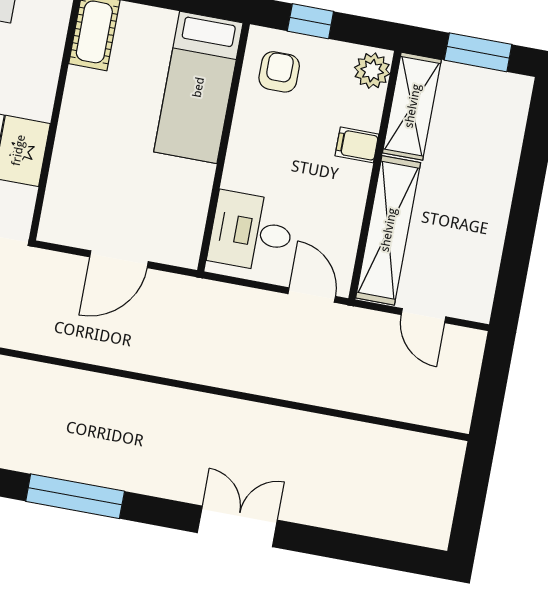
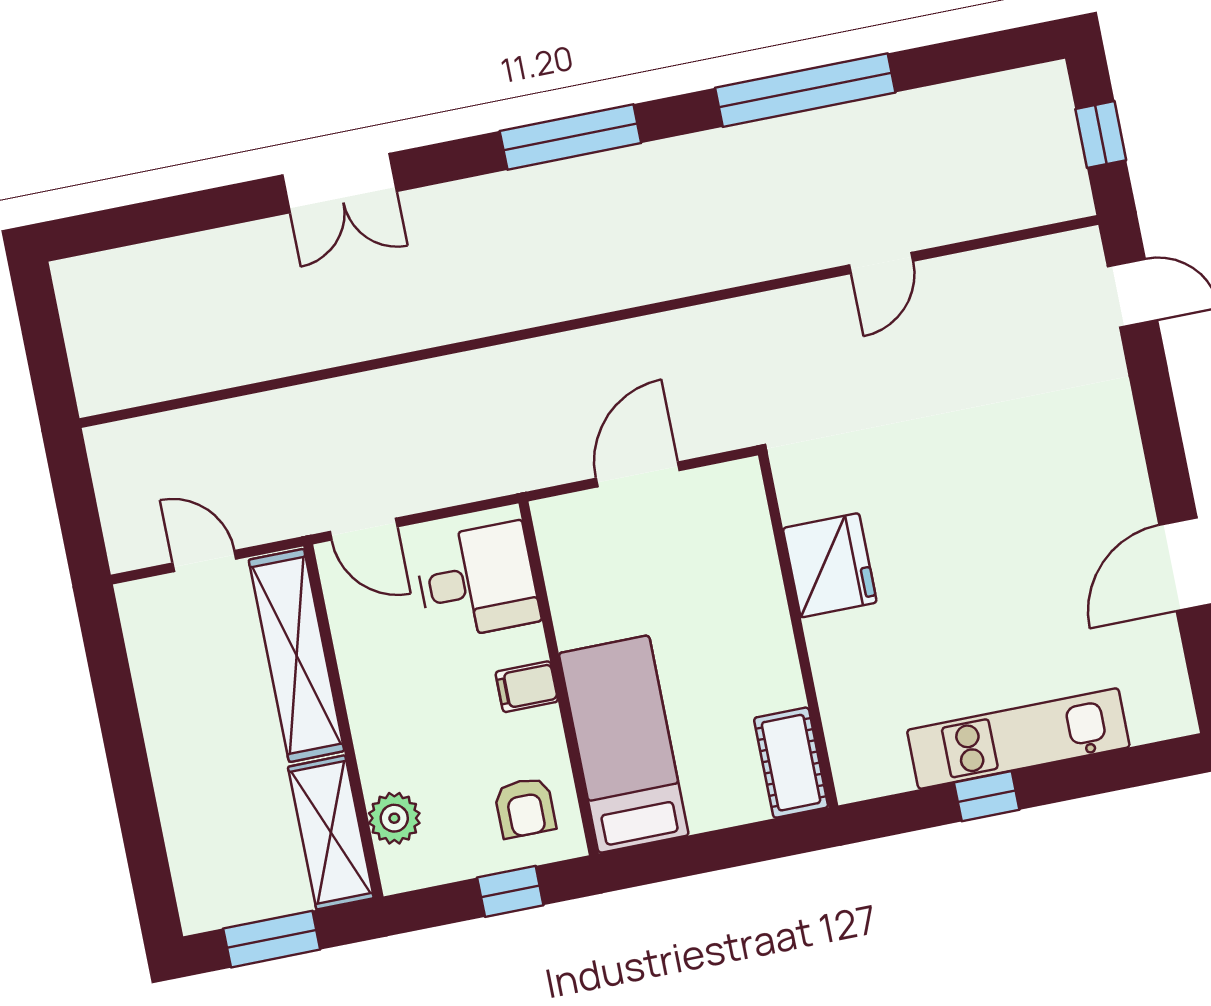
plant: (372, 71) -> (394, 818), moved
filing cabinet: (357, 145) -> (527, 687), moved, turned 180

